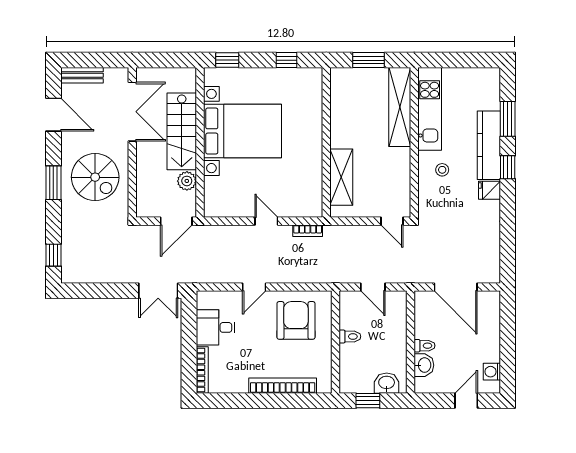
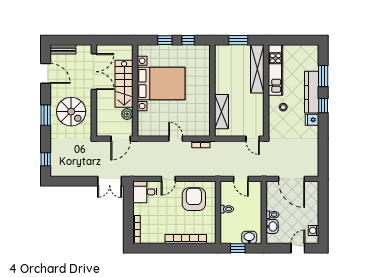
window: (227, 60) -> (165, 40), moved
desk: (216, 327) -> (145, 192), moved

